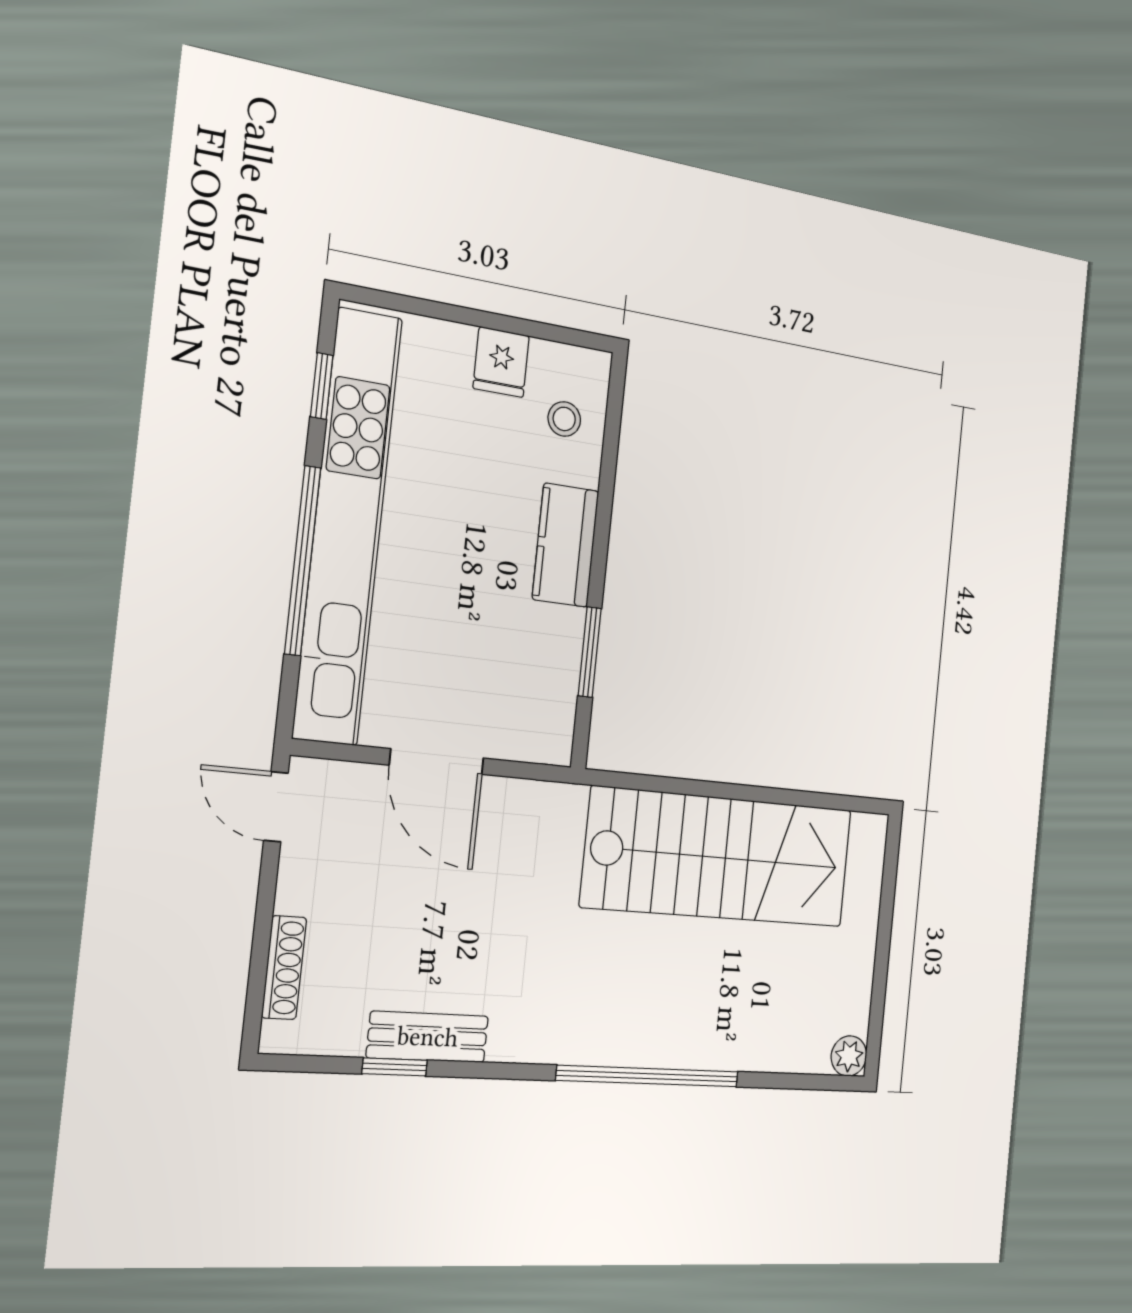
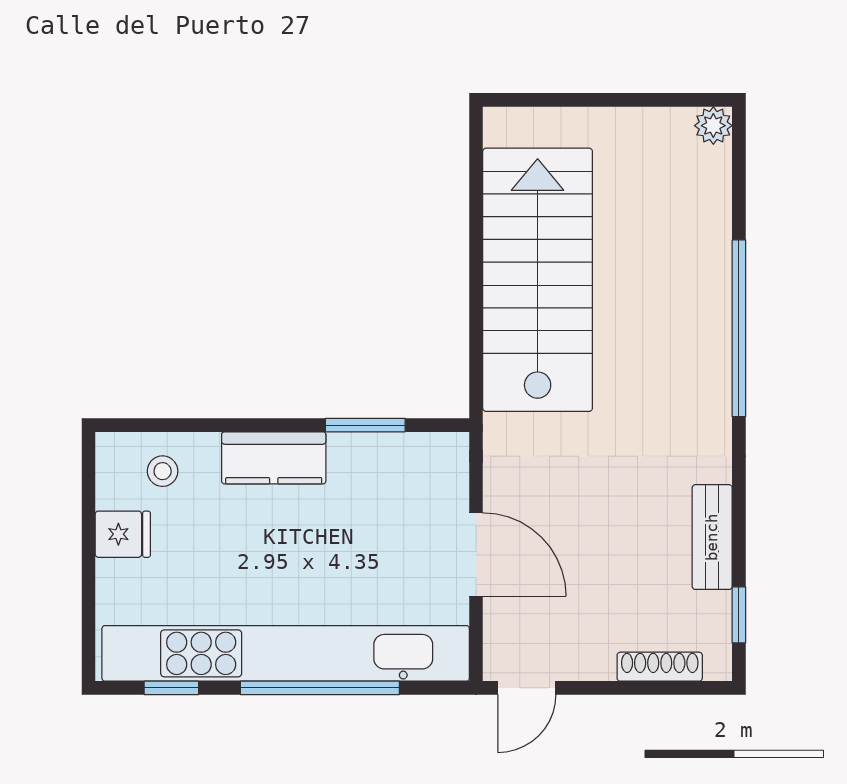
door: (437, 762) -> (476, 555), hinge flipped
window: (395, 1067) -> (739, 615), moved

